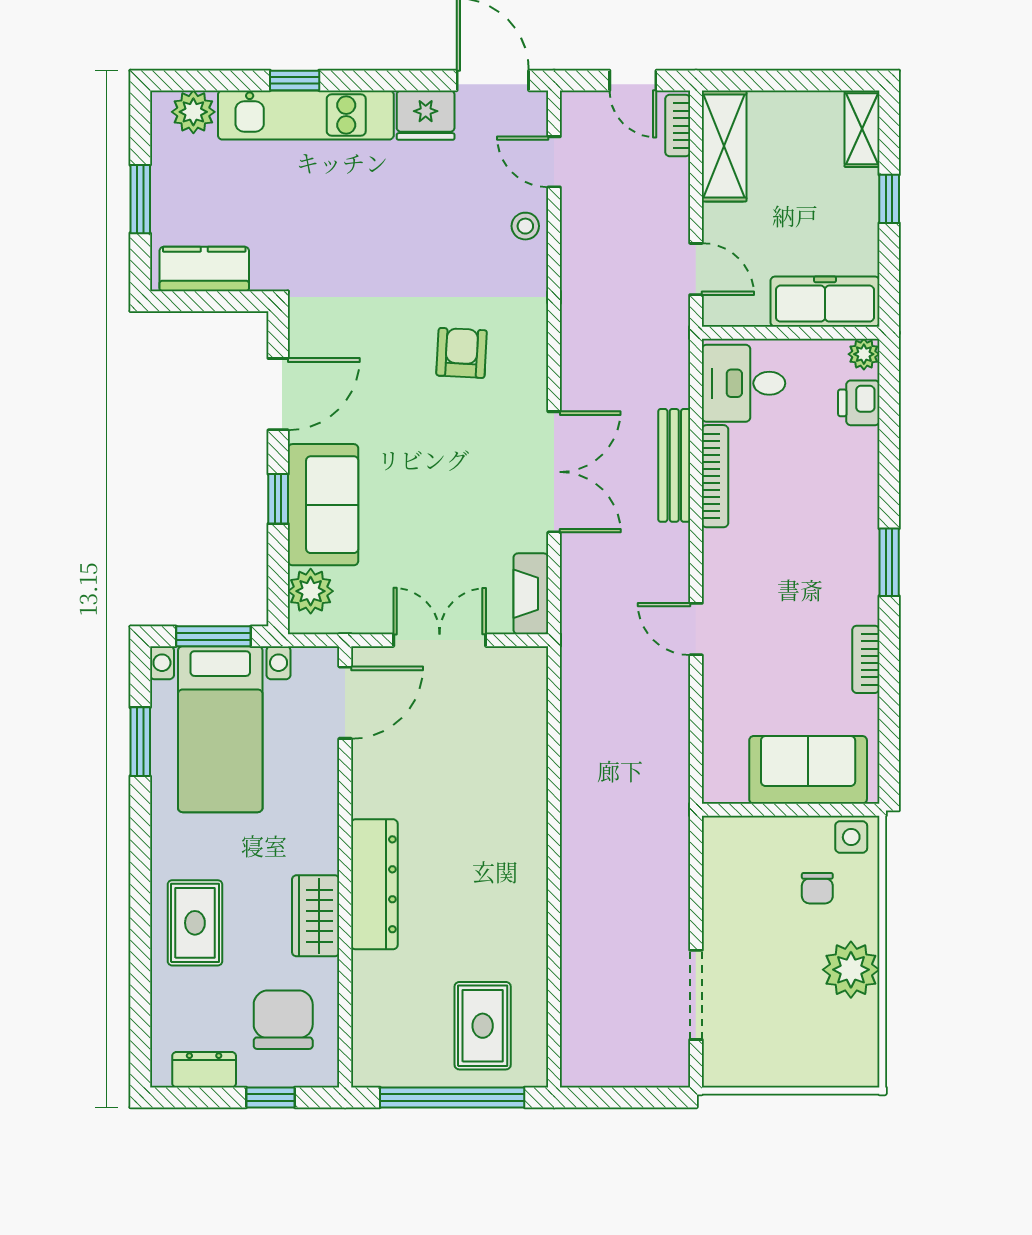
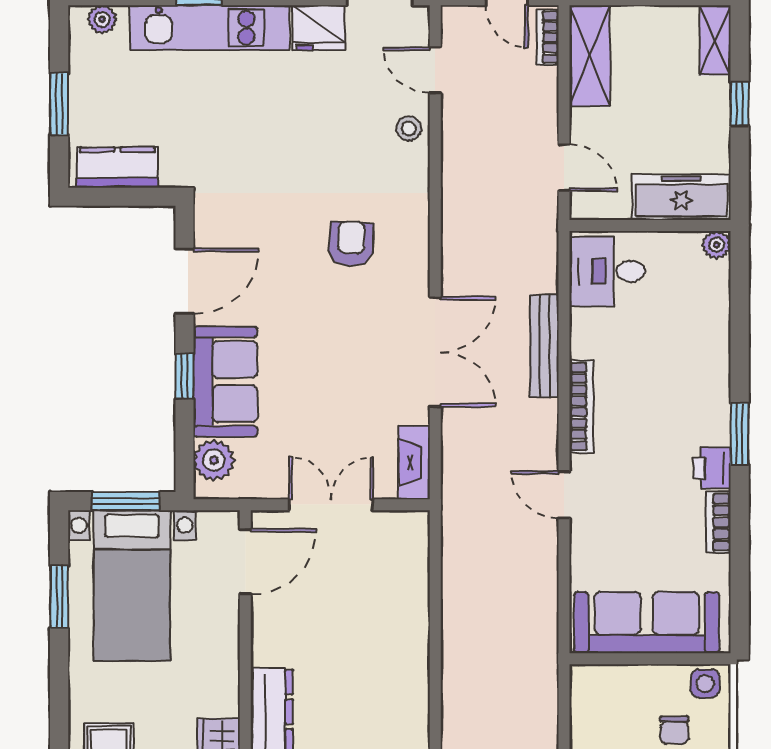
plant: (193, 112) -> (102, 19), width x0.73, depth x0.73
printer: (859, 403) -> (712, 468), moved
bookcase: (715, 476) -> (581, 406), moved
sofa: (808, 770) -> (647, 622), width x1.36

